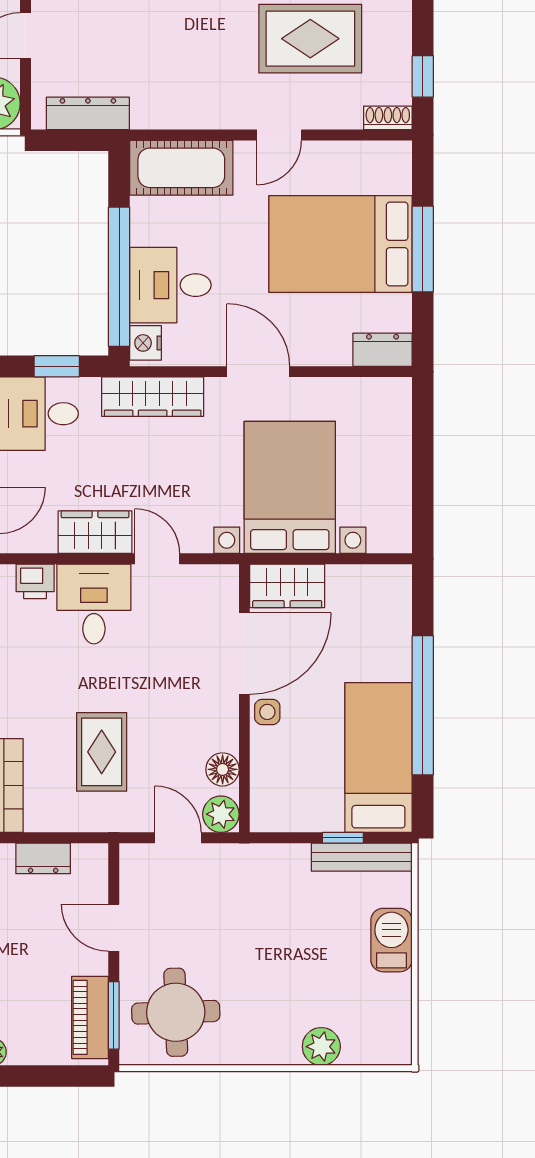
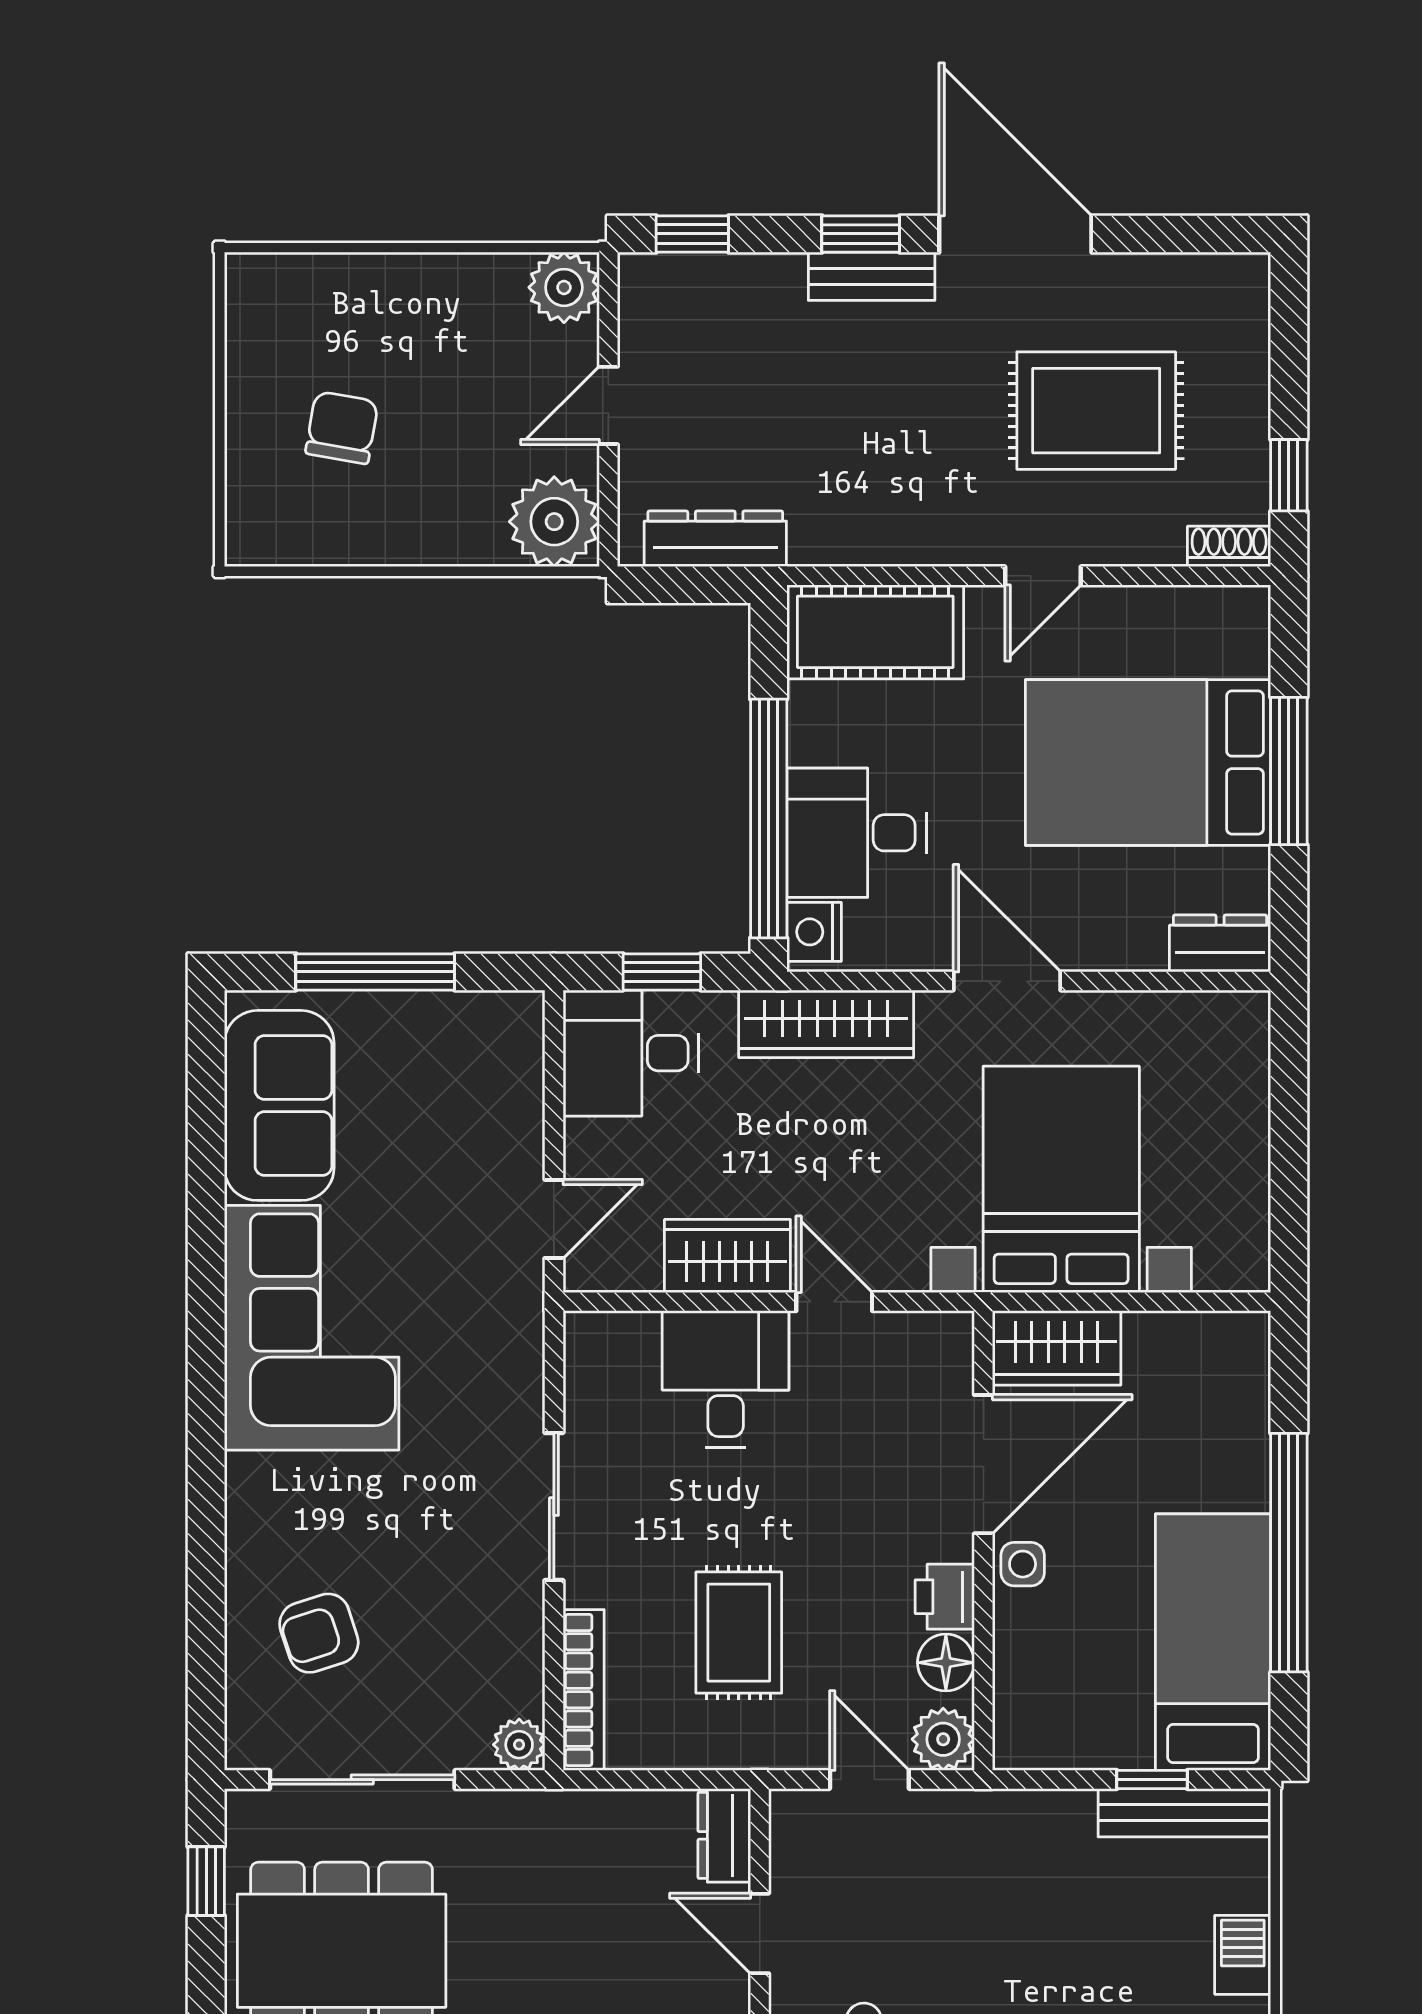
printer: (35, 581) -> (945, 1597), moved, turned 90
dresser: (43, 858) -> (724, 1835), moved, turned 90
barbecue: (391, 940) -> (1243, 1955), width x0.73, depth x0.79

